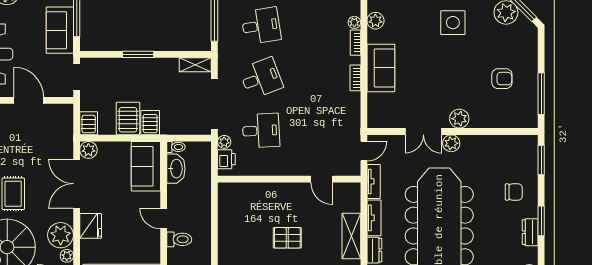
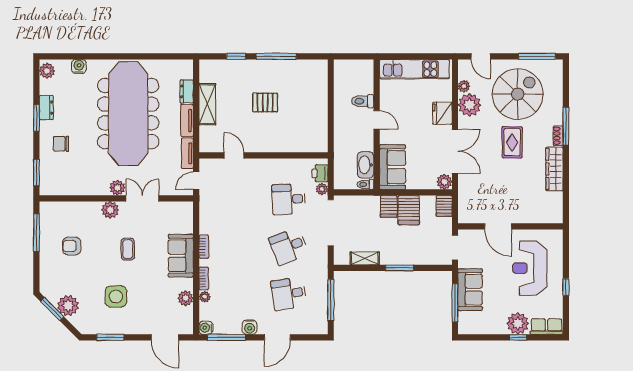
shelving: (195, 65) -> (365, 258), moved
coffee table: (440, 75) -> (128, 249), added

